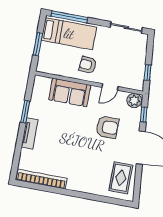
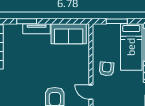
sofa: (70, 92) -> (69, 34), moved, turned -90
window: (25, 112) -> (27, 21), moved

